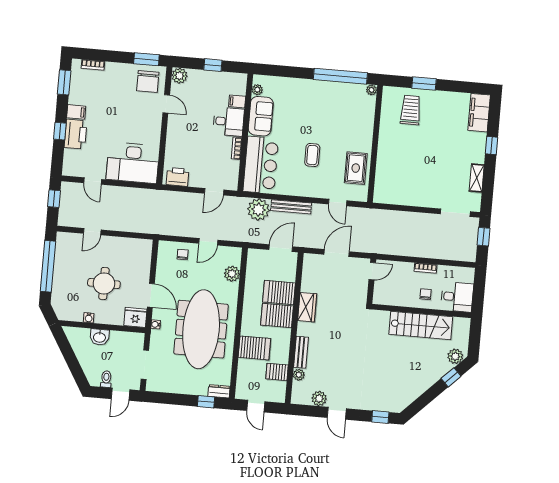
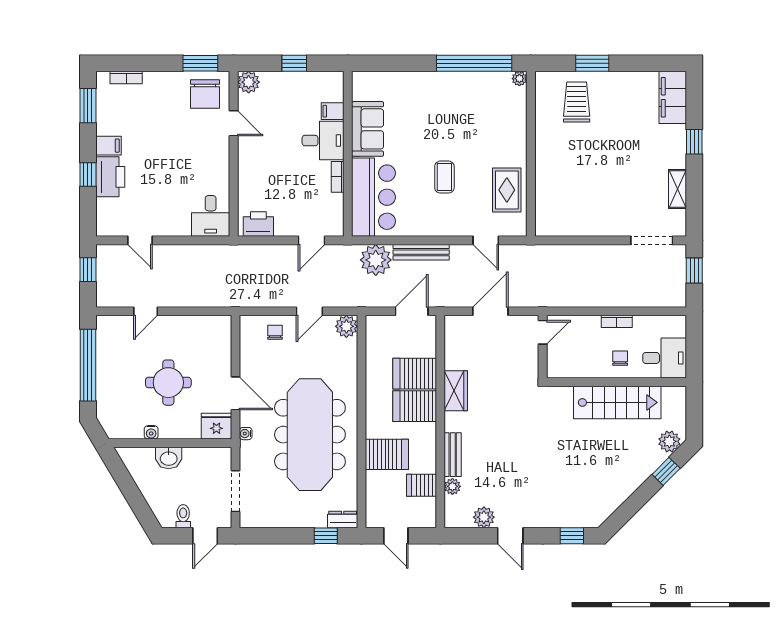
plant: (257, 90) -> (359, 92), removed
desk: (133, 163) -> (211, 216), width x0.53, depth x0.77
plant: (232, 274) -> (346, 326), moved

